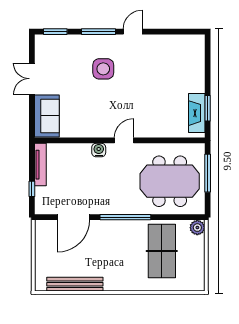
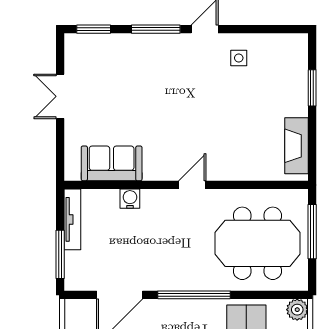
side table: (103, 69) -> (239, 58), moved, width x0.54, depth x0.54
window: (208, 108) -> (312, 88), moved
sofa: (47, 116) -> (112, 163), moved, turned -90
water cooler: (99, 150) -> (130, 199), moved
window: (32, 189) -> (60, 254), width x2.17

